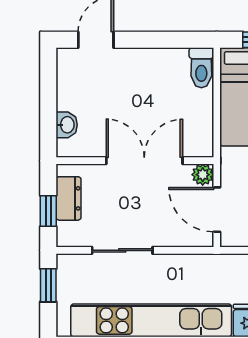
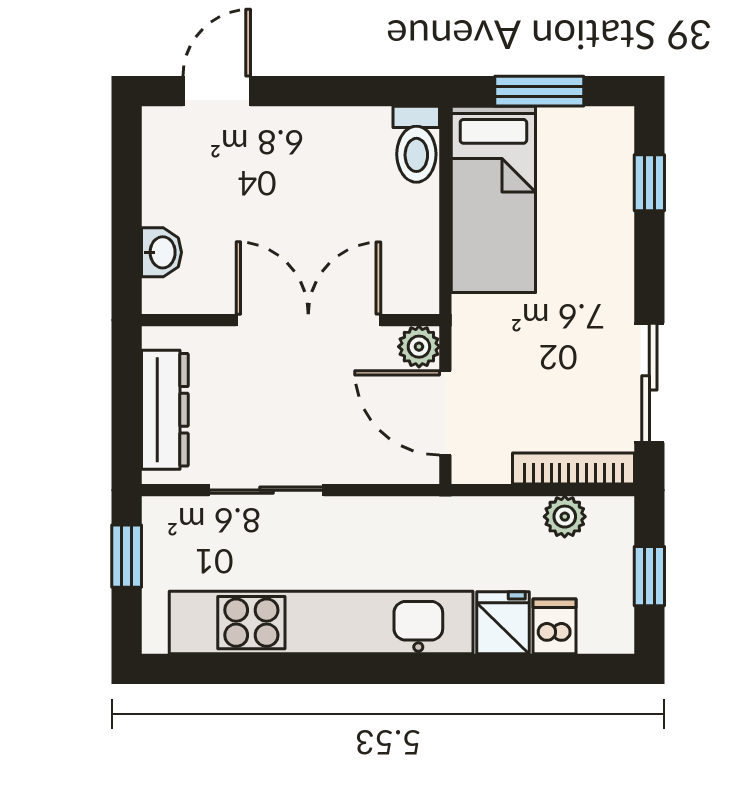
dresser: (69, 198) -> (165, 410), width x1.44
window: (48, 211) -> (127, 416), removed

